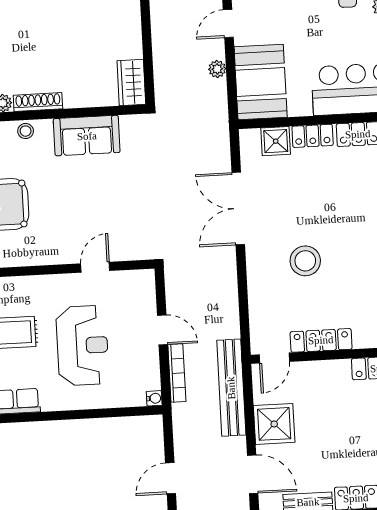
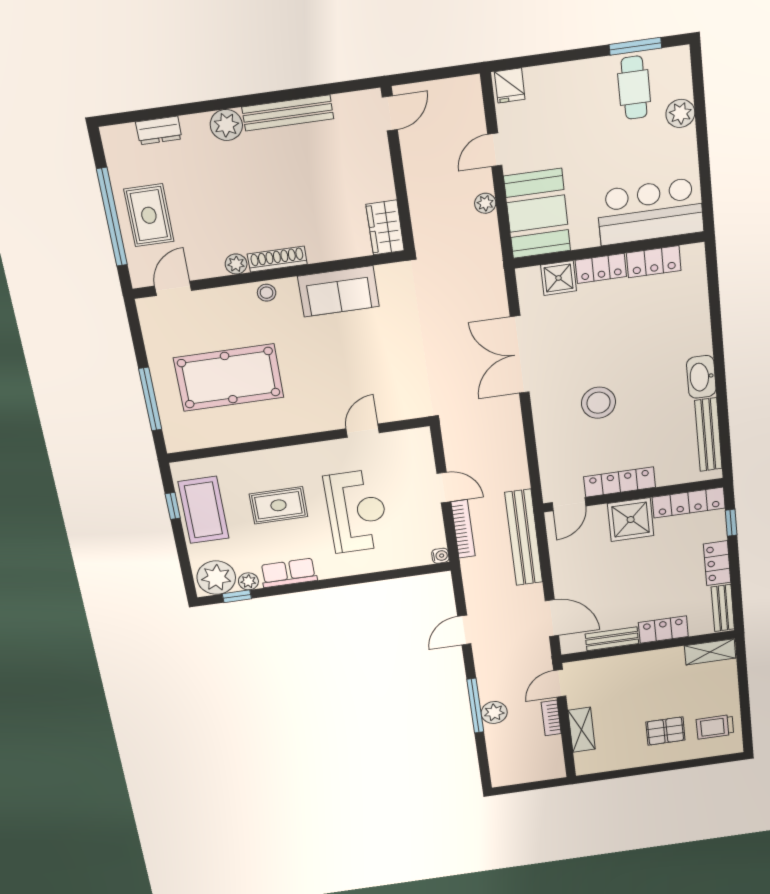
shower: (274, 424) -> (631, 520), moved

